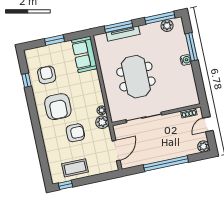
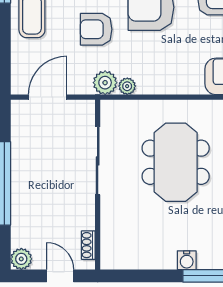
meeting table: (136, 77) -> (176, 162), turned 90
armchair: (75, 133) -> (96, 29), turned 90
door: (116, 151) -> (48, 97), swing flipped

